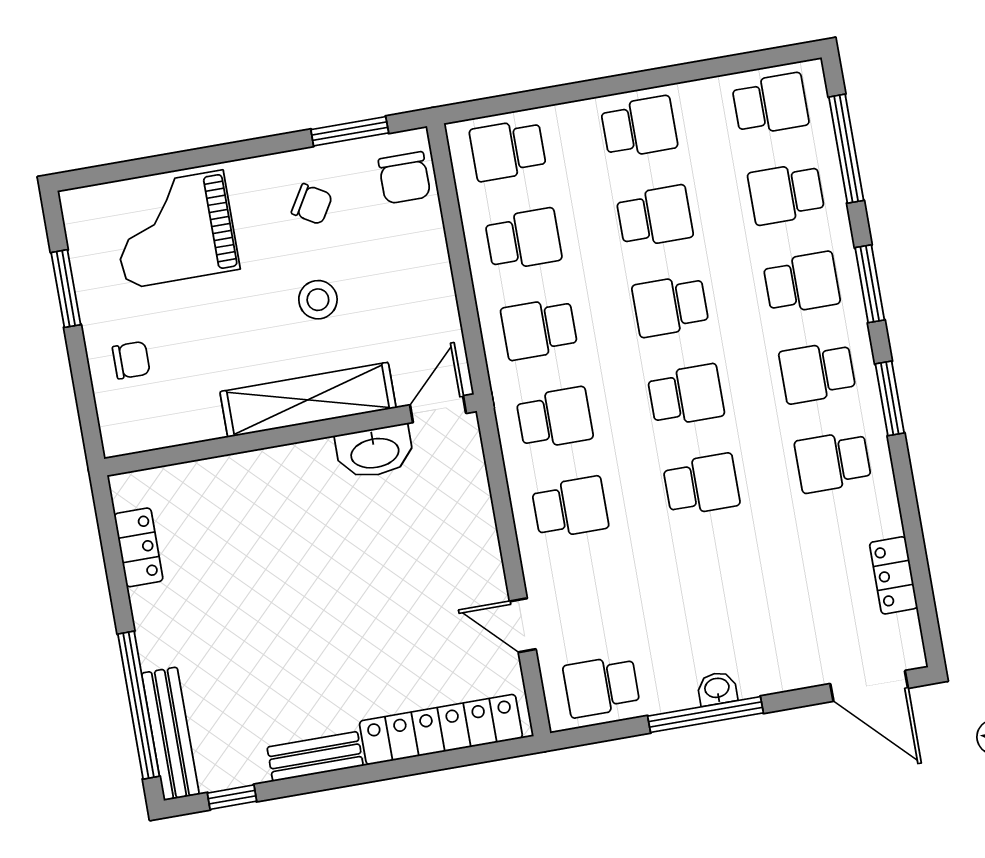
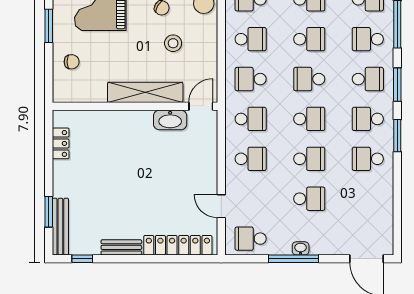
stool: (318, 300) -> (173, 43), moved
school desk: (717, 574) -> (309, 199), added
locker: (894, 575) -> (386, 213), removed
window: (139, 705) -> (49, 212), width x0.47

